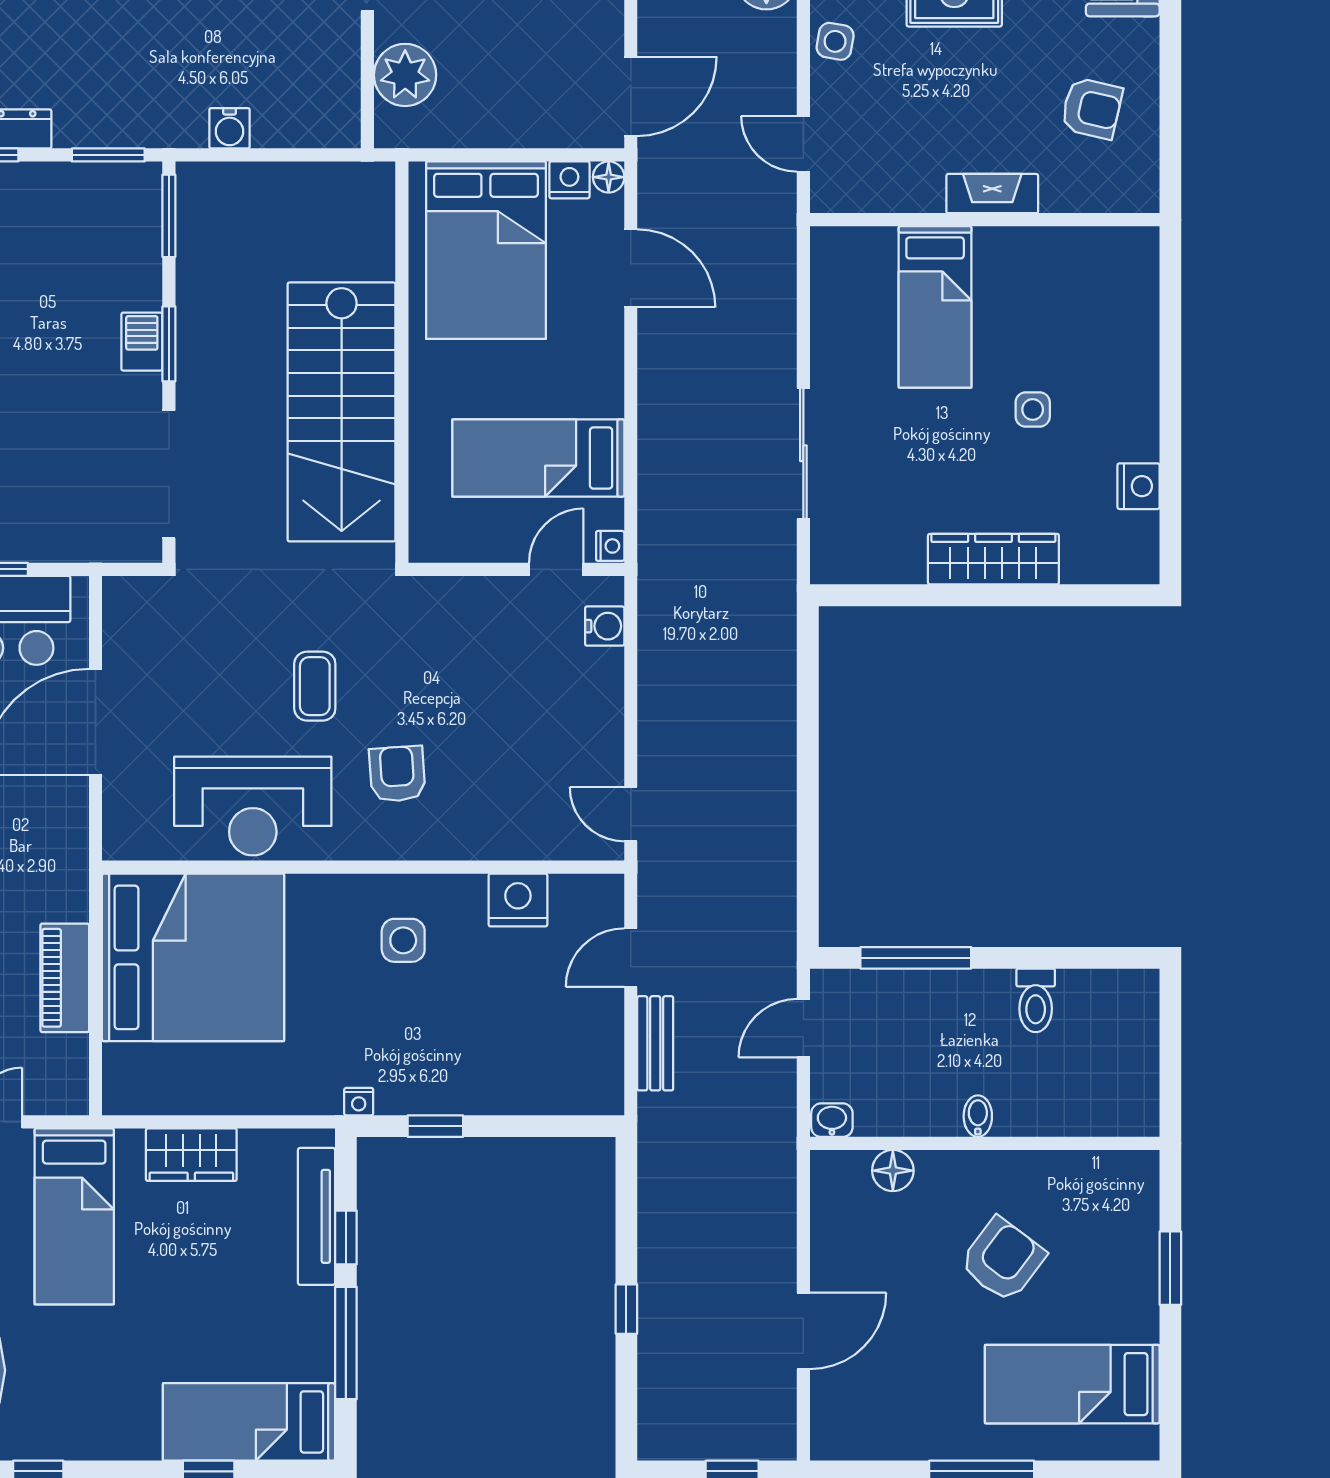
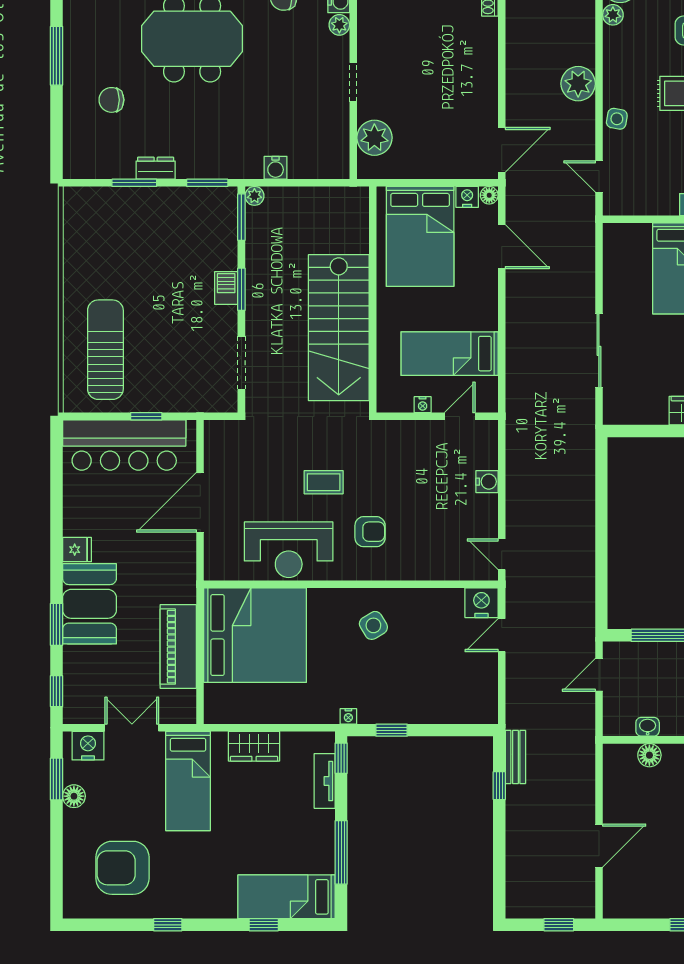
plant: (192, 178) -> (254, 196), added
doorway: (169, 474) -> (241, 363), width x0.73
nightstand: (610, 546) -> (423, 405), moved, turned 90
water cooler: (605, 626) -> (487, 482), moved
coffee table: (315, 686) -> (324, 482), turned 90
armchair: (397, 774) -> (370, 532), turned 94
nightstand: (518, 900) -> (481, 603), moved
side table: (403, 940) -> (373, 625), turned -31
piano: (65, 978) -> (178, 647), width x1.37, depth x1.33
bench: (655, 1043) -> (515, 757), moved
washbasin: (832, 1120) -> (648, 727), moved
tv unit: (317, 1216) -> (325, 781), width x0.71
window: (346, 1237) -> (341, 758), moved
window: (626, 1309) -> (499, 786), moved

